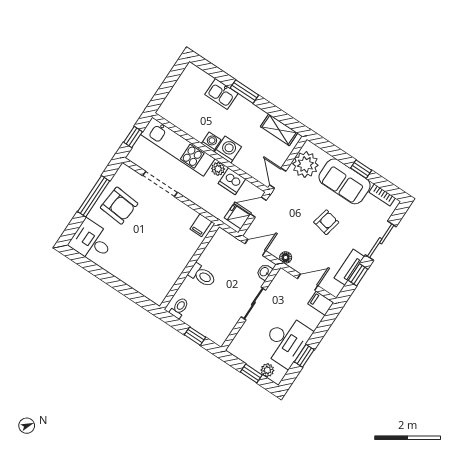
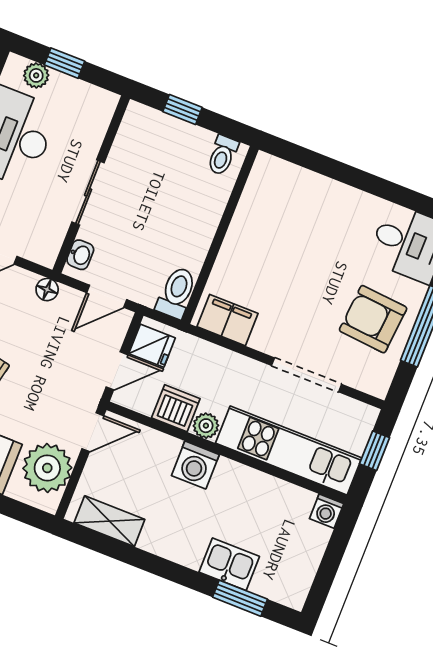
window: (244, 92) -> (240, 598), moved
washing machine: (211, 142) -> (327, 511), moved
door: (278, 178) -> (93, 432), hinge flipped
filing cabinet: (201, 225) -> (228, 320), width x2.00
toilet: (202, 275) -> (176, 293), moved, turned 90

